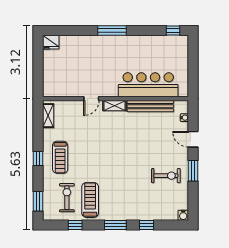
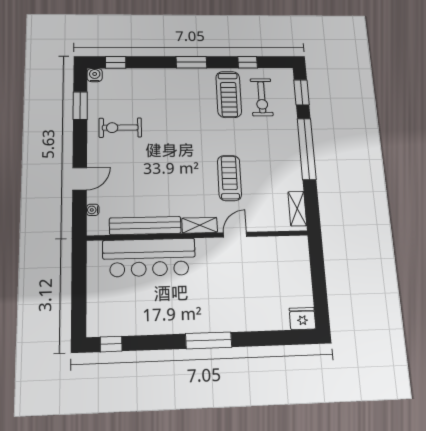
door: (193, 139) -> (80, 179), hinge flipped
treadmill: (60, 157) -> (229, 178), moved
window: (38, 159) -> (307, 149), width x3.17
window: (193, 171) -> (80, 106), moved
window: (147, 225) -> (116, 62), moved

